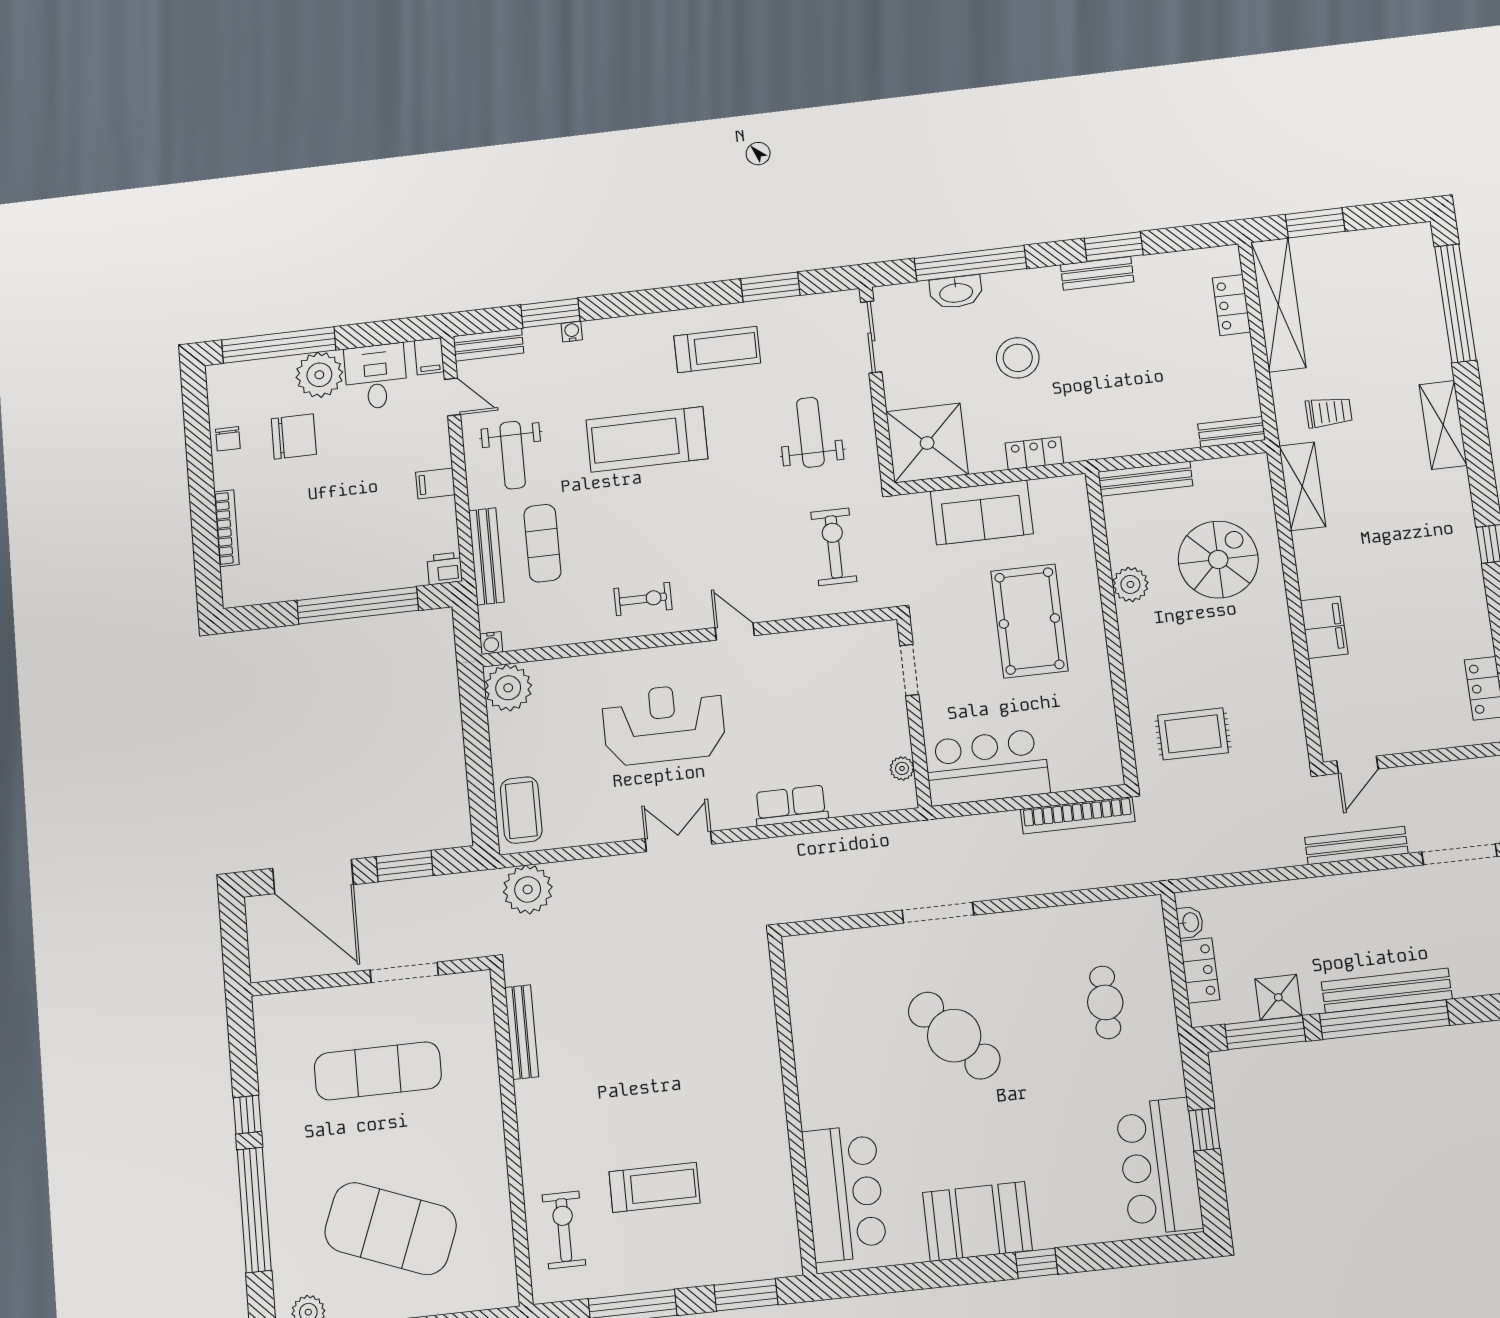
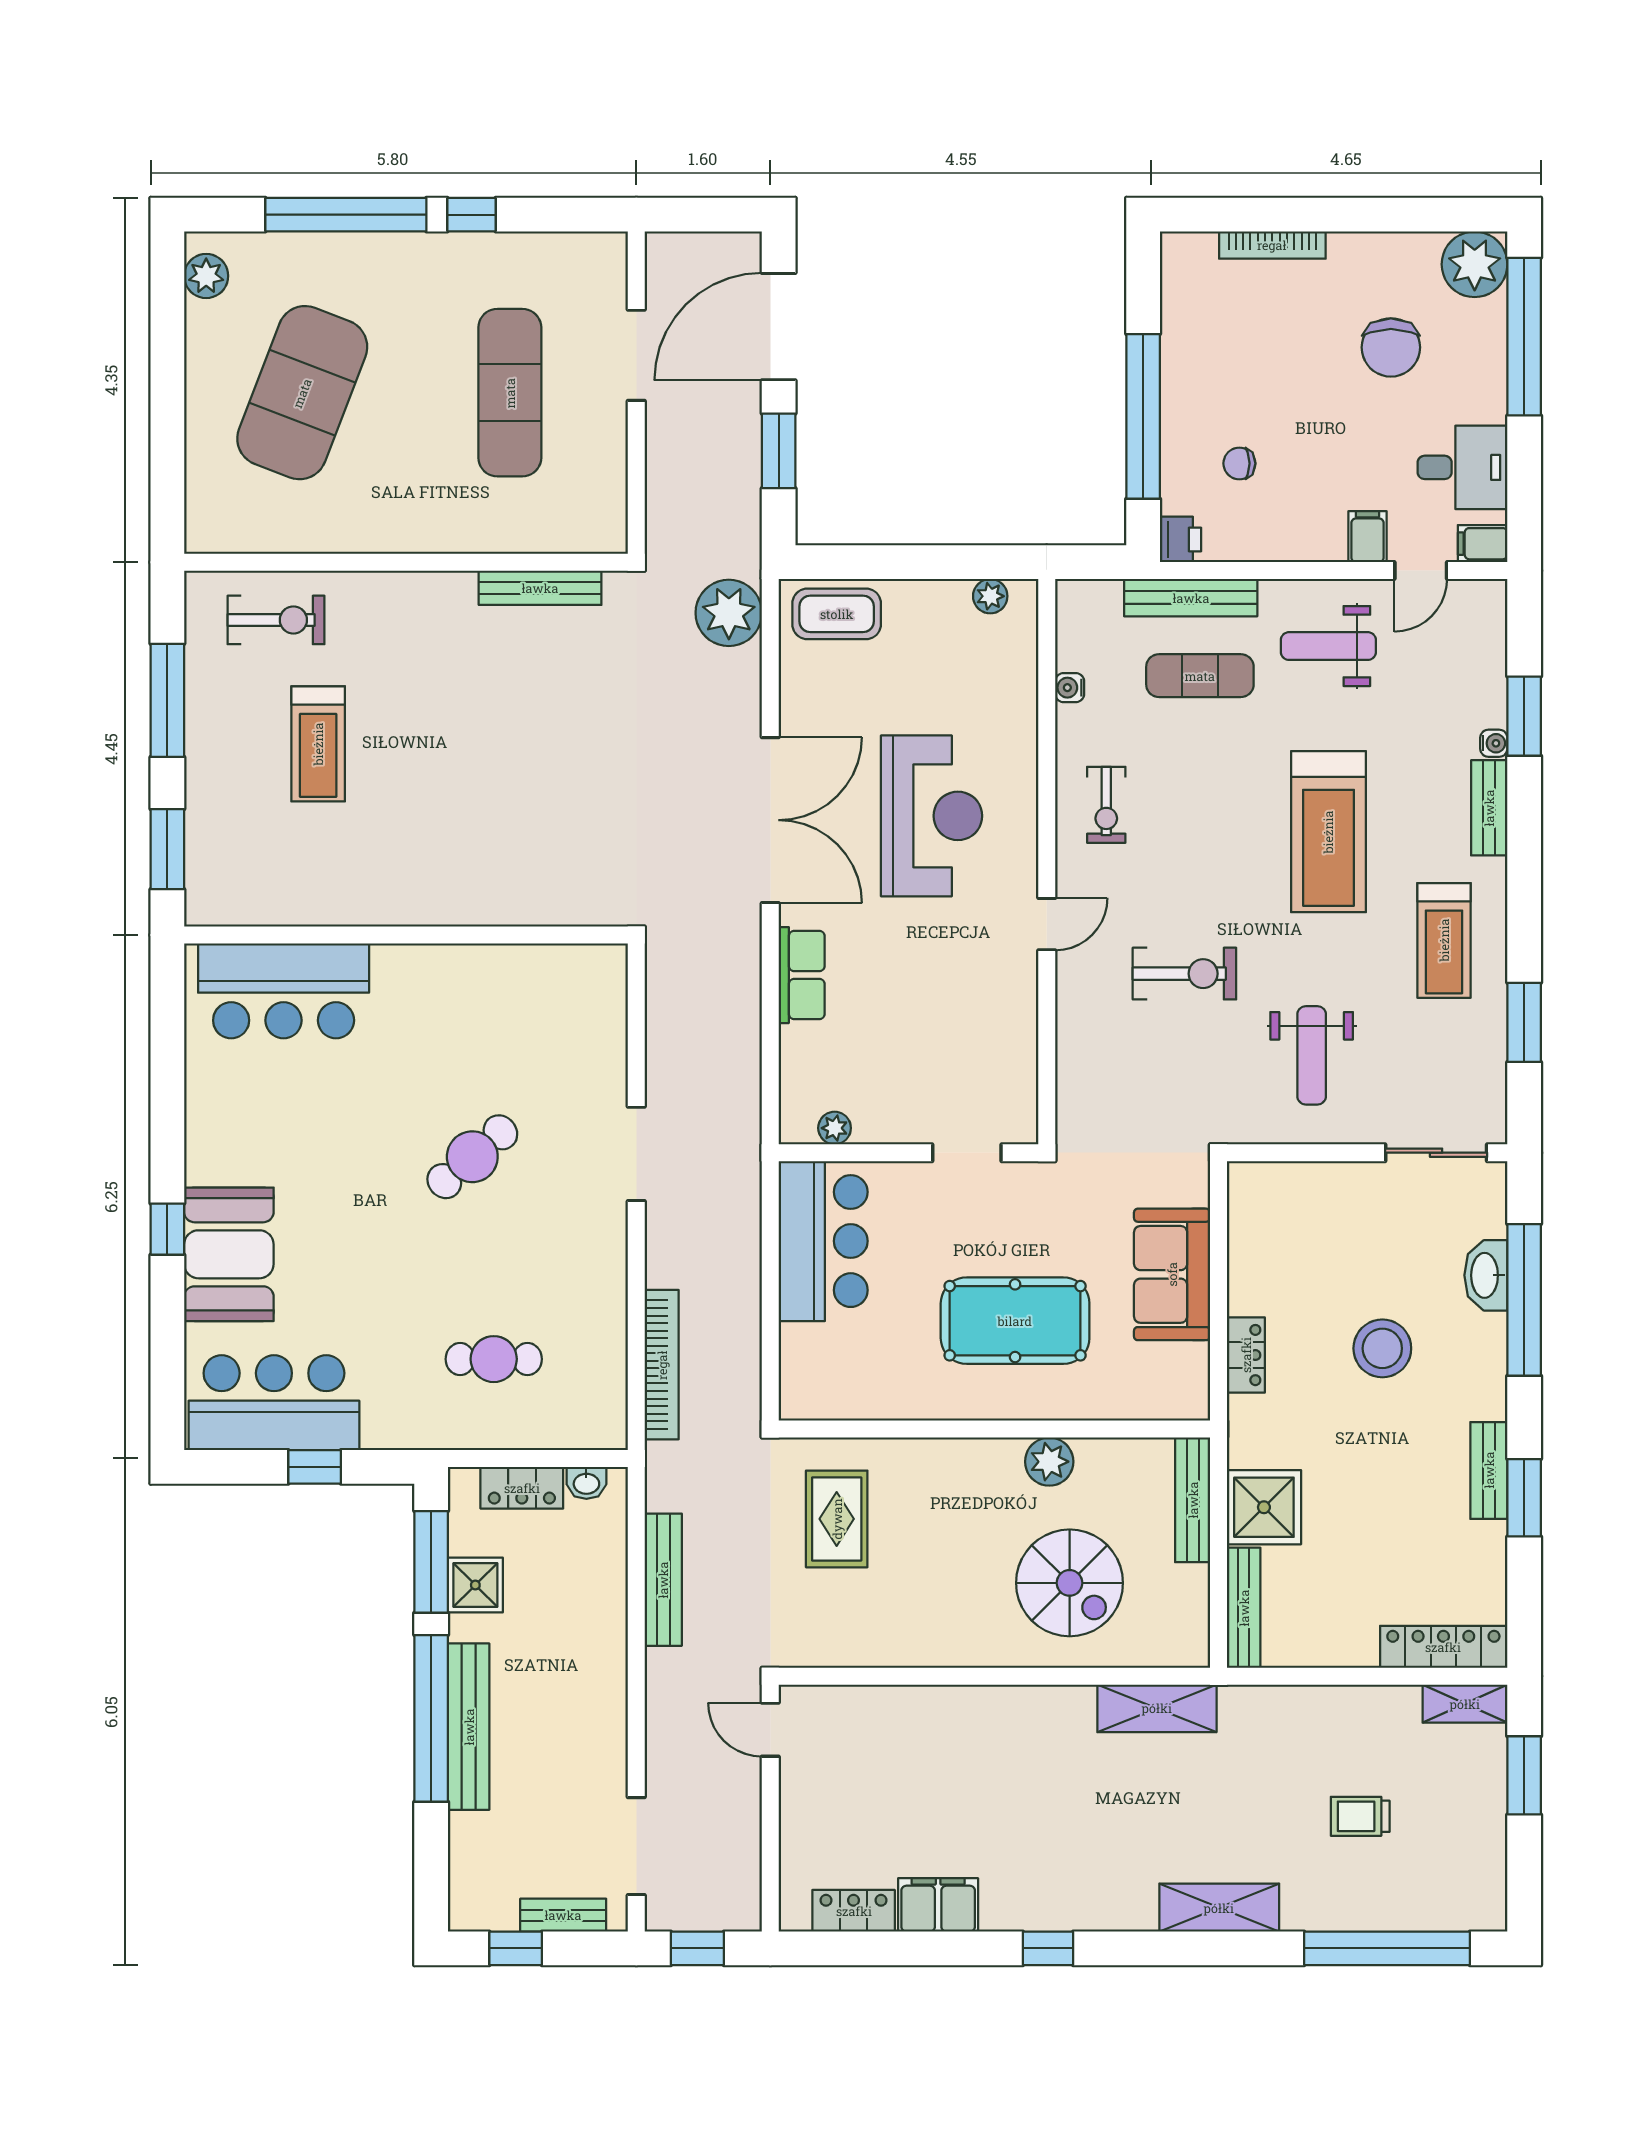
locker: (1232, 305) -> (1443, 1647), width x1.53
shelving: (1278, 305) -> (1465, 1704), width x0.45, depth x0.75
bench: (488, 345) -> (1489, 808), moved
plant: (319, 375) -> (1475, 264), moved
trolley: (1329, 412) -> (1360, 1816), moved, turned 90
weight bench: (810, 432) -> (1312, 1055), turned 90
bench: (1232, 432) -> (1244, 1608), width x1.36
chair: (228, 439) -> (1239, 463), moved
treadmill: (647, 439) -> (1328, 832), turned 180
shower: (927, 443) -> (1264, 1507), moved, width x0.73, depth x0.73
filing cabinet: (435, 483) -> (1367, 537), moved
exercise bike: (834, 547) -> (1184, 974), moved
filing cabinet: (1324, 627) -> (938, 1905), moved, turned 180
water cooler: (491, 643) -> (1070, 688), moved
plant: (508, 688) -> (990, 596), width x0.53, depth x0.53
bookcase: (1078, 815) -> (662, 1365), moved, turned 180
double door: (678, 841) -> (770, 820), width x1.87
bench: (1356, 845) -> (663, 1580), moved
doorway: (404, 972) -> (636, 355), moved
cafe table: (954, 1036) -> (472, 1157), width x0.73, depth x0.74
booth: (977, 1221) -> (229, 1254), moved

